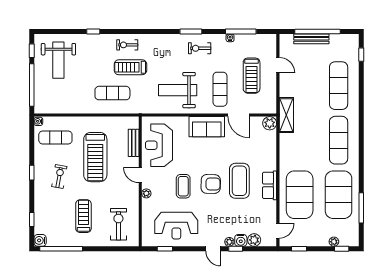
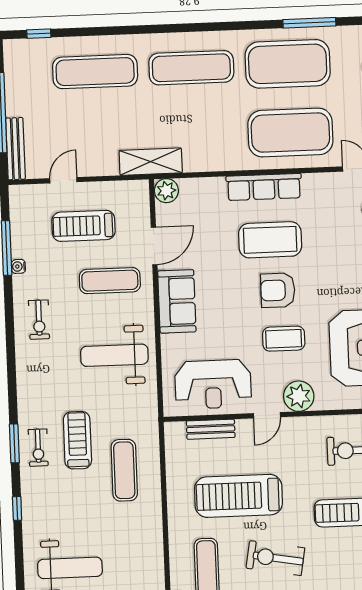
window: (191, 32) -> (14, 443), moved
bench: (311, 39) -> (15, 149), moved
treadmill: (130, 67) -> (77, 440), turned 180
treadmill: (252, 76) -> (84, 226), turned 180
weight bench: (178, 90) -> (114, 355), turned 90
treadmill: (95, 157) -> (238, 496), turned 180
exercise bike: (59, 177) -> (275, 558), width x1.38, depth x1.39
armchair: (211, 184) -> (278, 290), turned -91
row of seats: (269, 185) -> (264, 187), width x1.48
plant: (146, 193) -> (299, 396), width x1.87, depth x1.87

